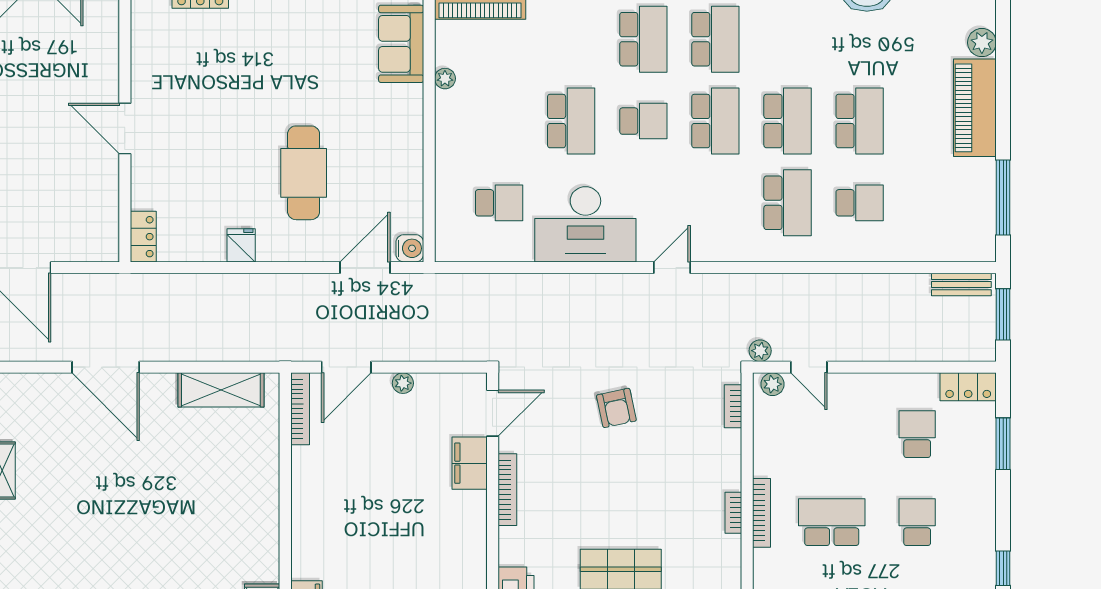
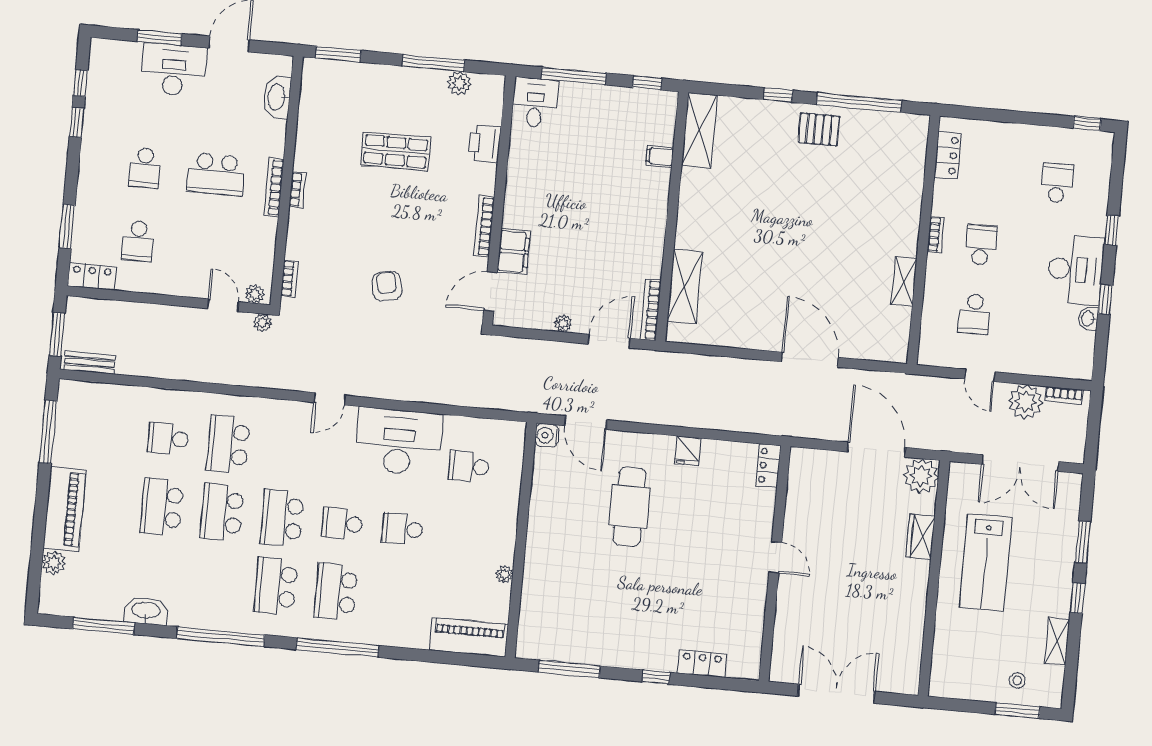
sofa: (401, 44) -> (538, 607), removed
school desk: (571, 121) -> (402, 529), width x0.54
door: (125, 129) -> (775, 557), width x0.73
door: (365, 268) -> (586, 423), hinge flipped
shelving: (221, 390) -> (685, 287), moved, turned 90

